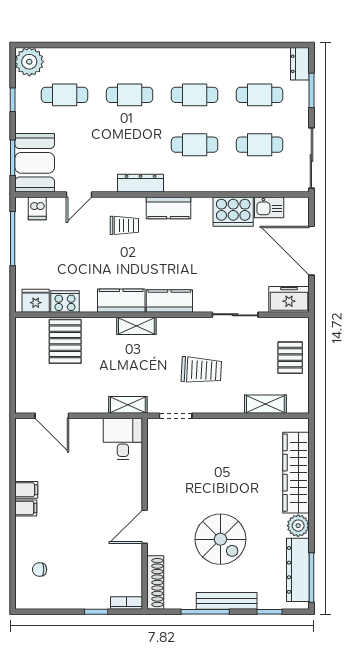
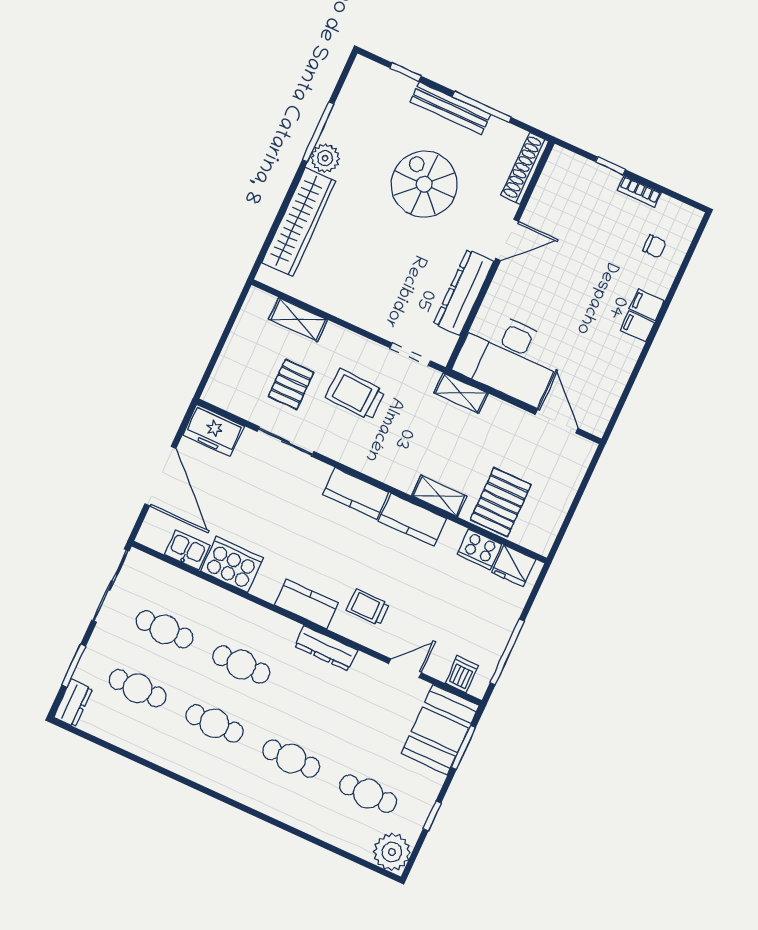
shelving: (136, 326) -> (439, 496), moved
pallet: (290, 358) -> (291, 384), moved
desk: (123, 439) -> (509, 357), width x1.87, depth x1.30
filing cabinet: (26, 490) -> (647, 305), moved
dresser: (298, 570) -> (464, 293), moved, turned 180
window: (311, 577) -> (318, 132), moved
bookcase: (126, 603) -> (639, 191), moved

